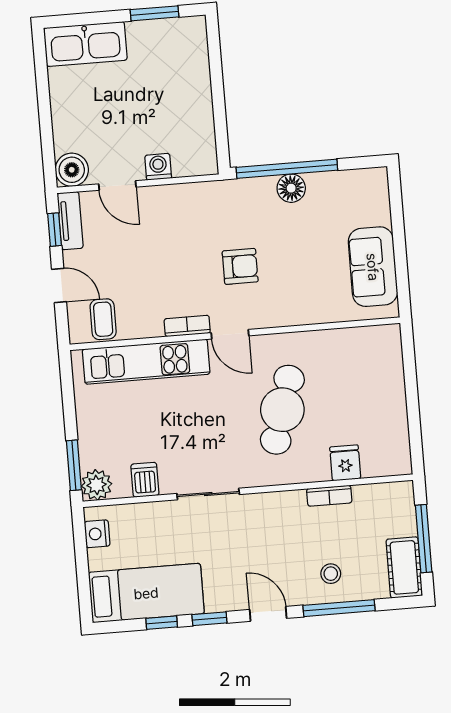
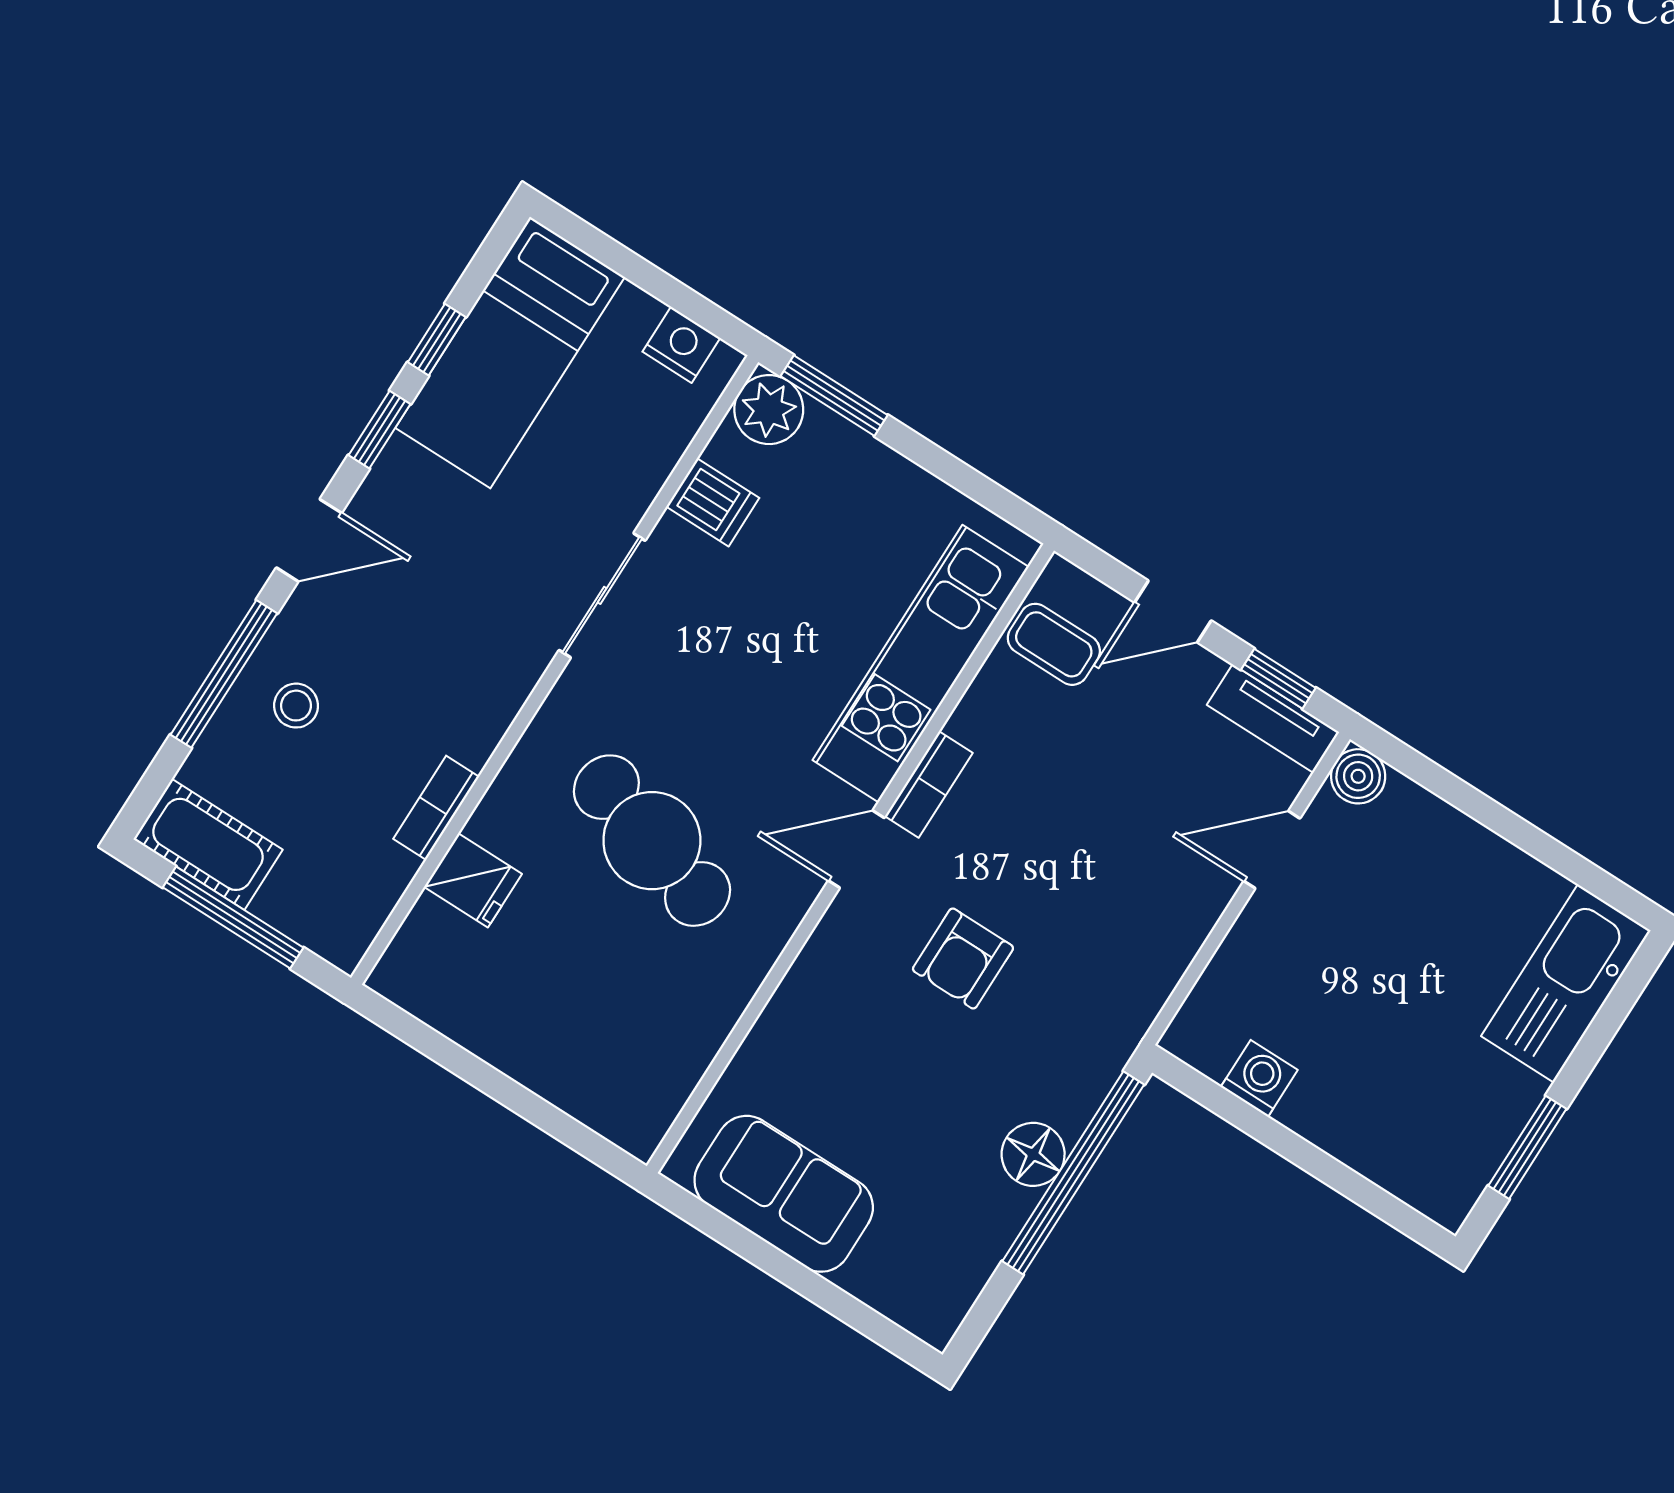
washing machine: (158, 167) -> (1259, 1078), moved, turned -90
boiler: (72, 170) -> (1358, 776), width x0.73, depth x0.73

